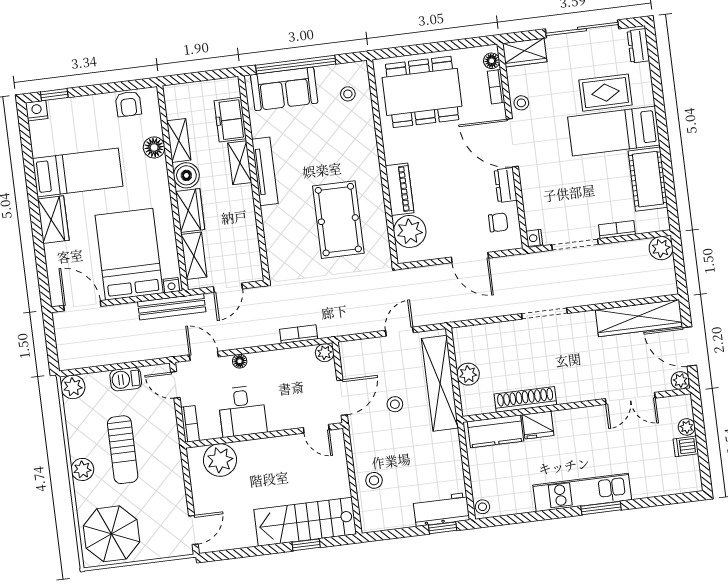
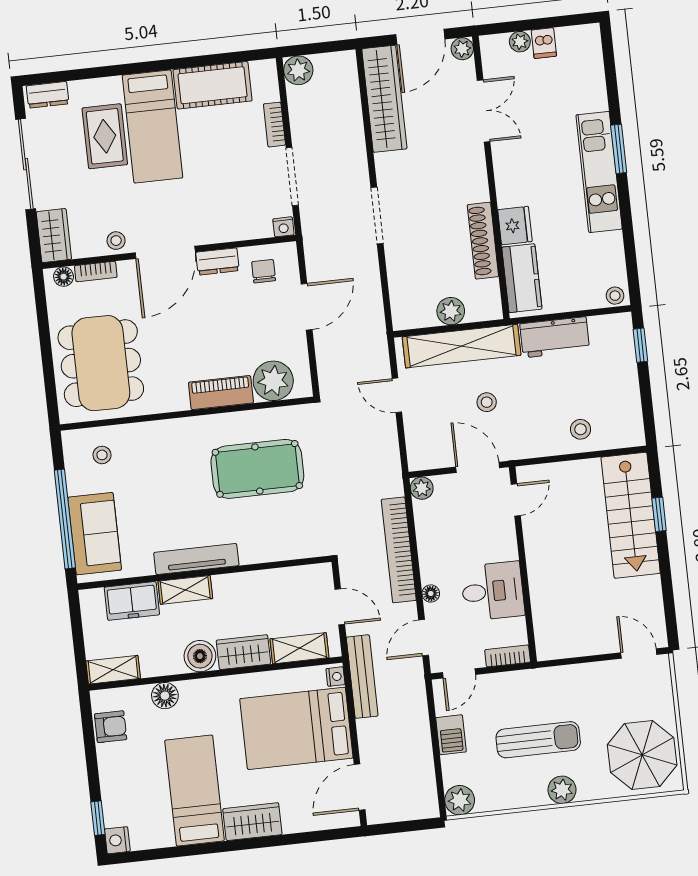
shelving: (179, 140) -> (113, 670), moved
bookcase: (299, 334) -> (399, 550), width x2.31, depth x1.31
plant: (220, 460) -> (553, 619), removed
workbench: (441, 510) -> (555, 337), moved, turned -90

